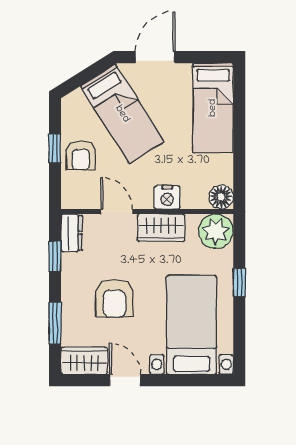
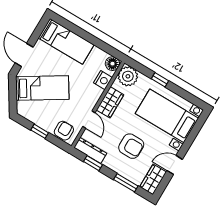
armchair: (81, 155) -> (64, 131), moved, turned -90
nightstand: (167, 197) -> (103, 80), moved
door: (117, 212) -> (89, 119), swing flipped
dresser: (72, 233) -> (90, 150), width x1.44

